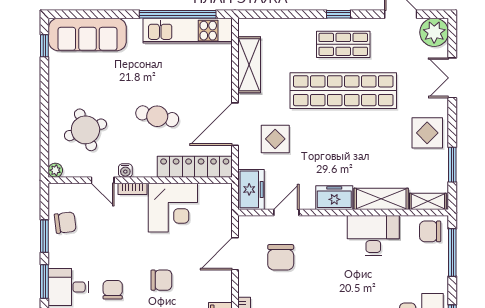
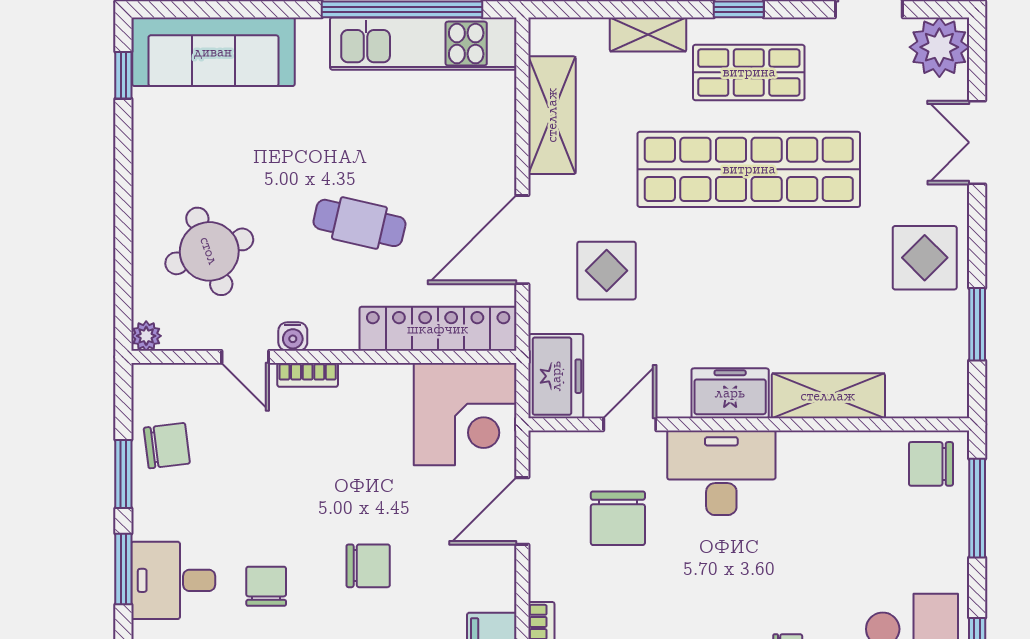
shelving: (428, 201) -> (648, 34), moved
corner desk: (173, 208) -> (465, 414), moved
desk: (373, 236) -> (721, 473), moved

